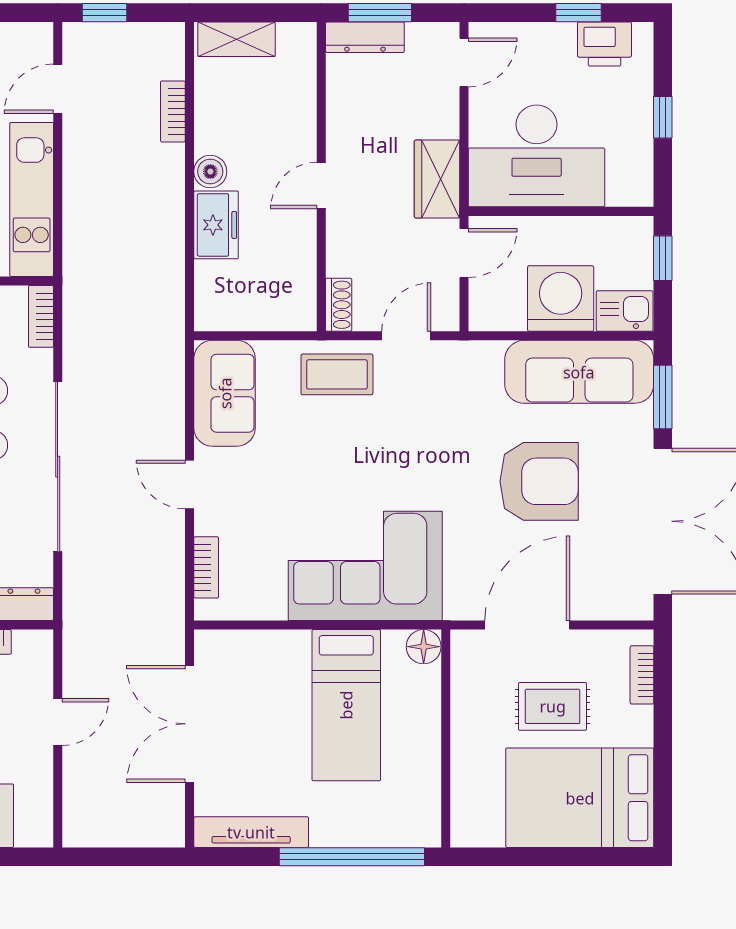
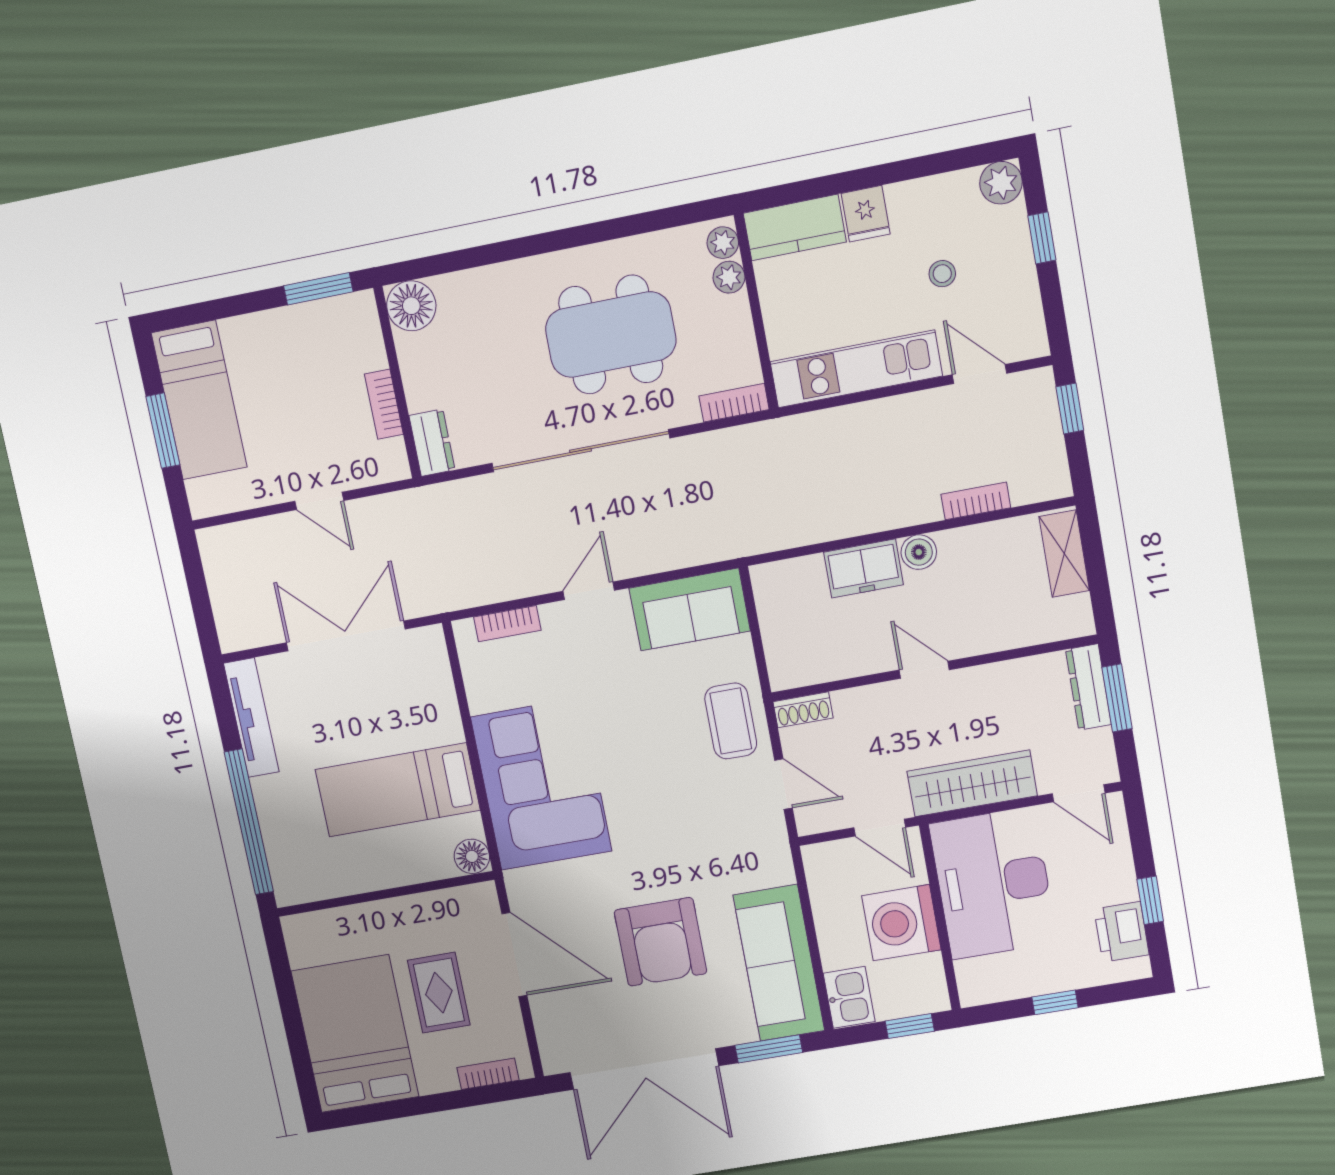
wardrobe: (437, 179) -> (972, 783), width x1.50
washing machine: (561, 299) -> (901, 923), moved, turned 180

